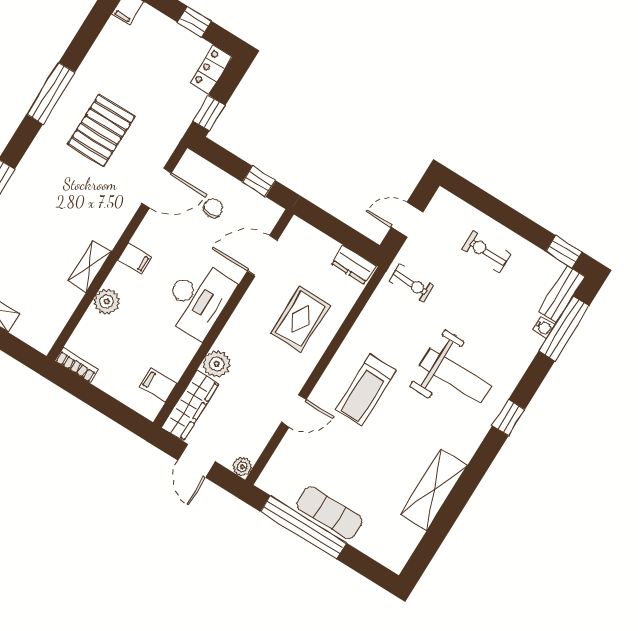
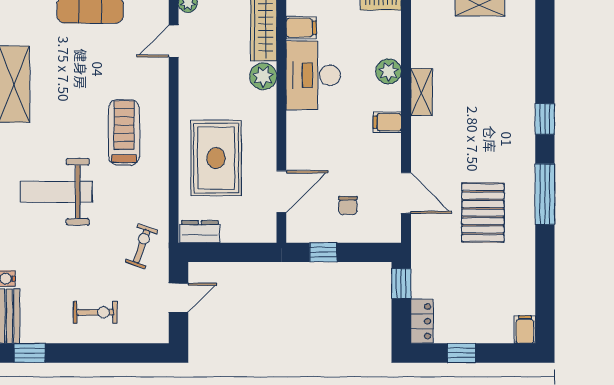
window: (51, 93) -> (545, 194), moved
door: (157, 188) -> (406, 193), swing flipped
exercise bike: (411, 283) -> (141, 246), turned 109
desk: (198, 299) -> (313, 75), moved
rug: (301, 319) -> (216, 158), width x1.36, depth x1.43
door: (294, 411) -> (174, 41), moved

